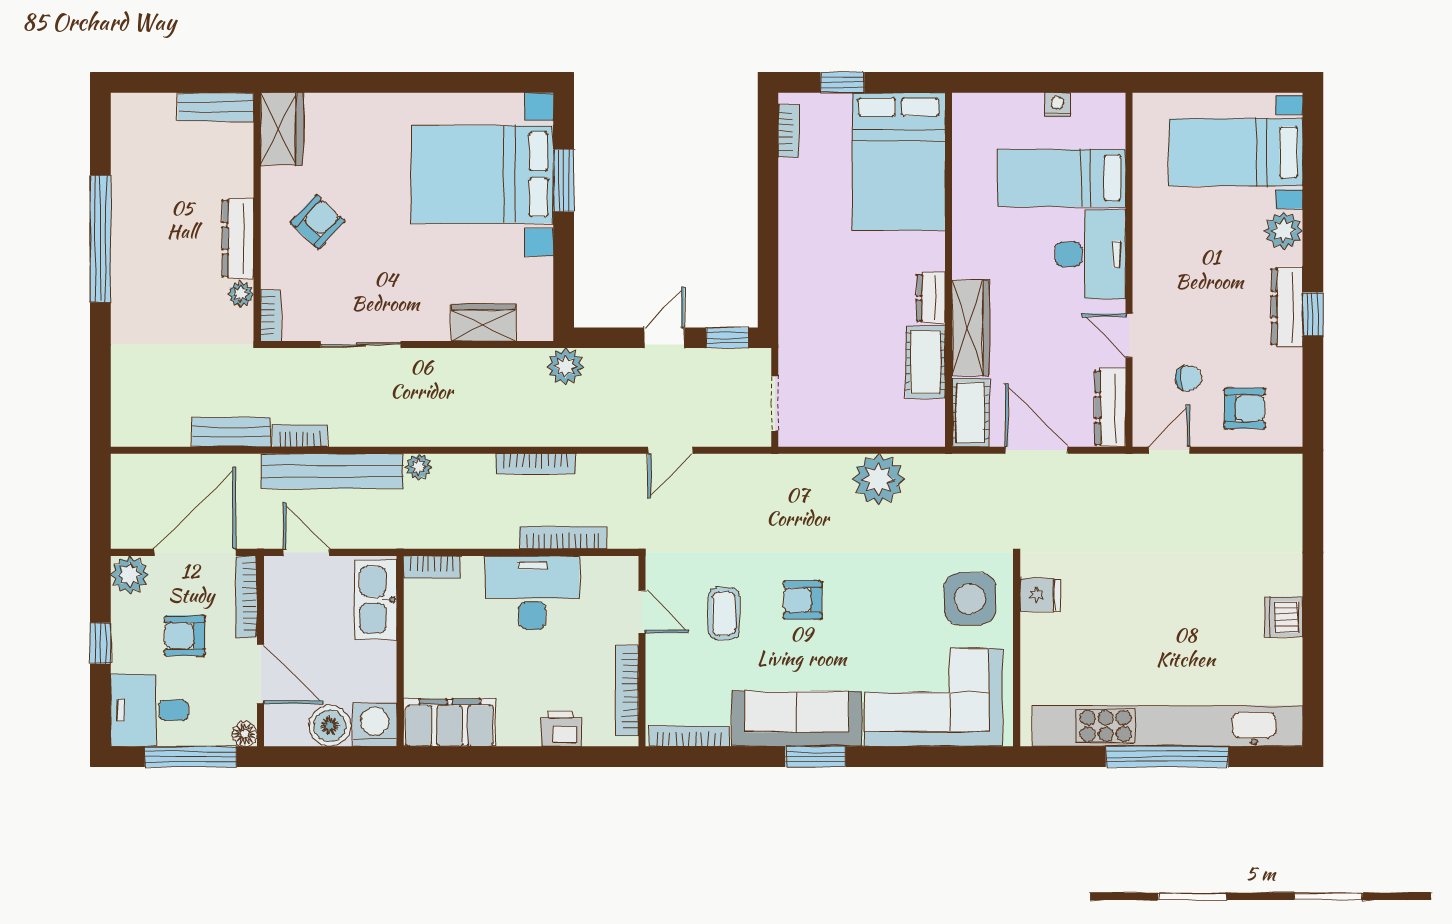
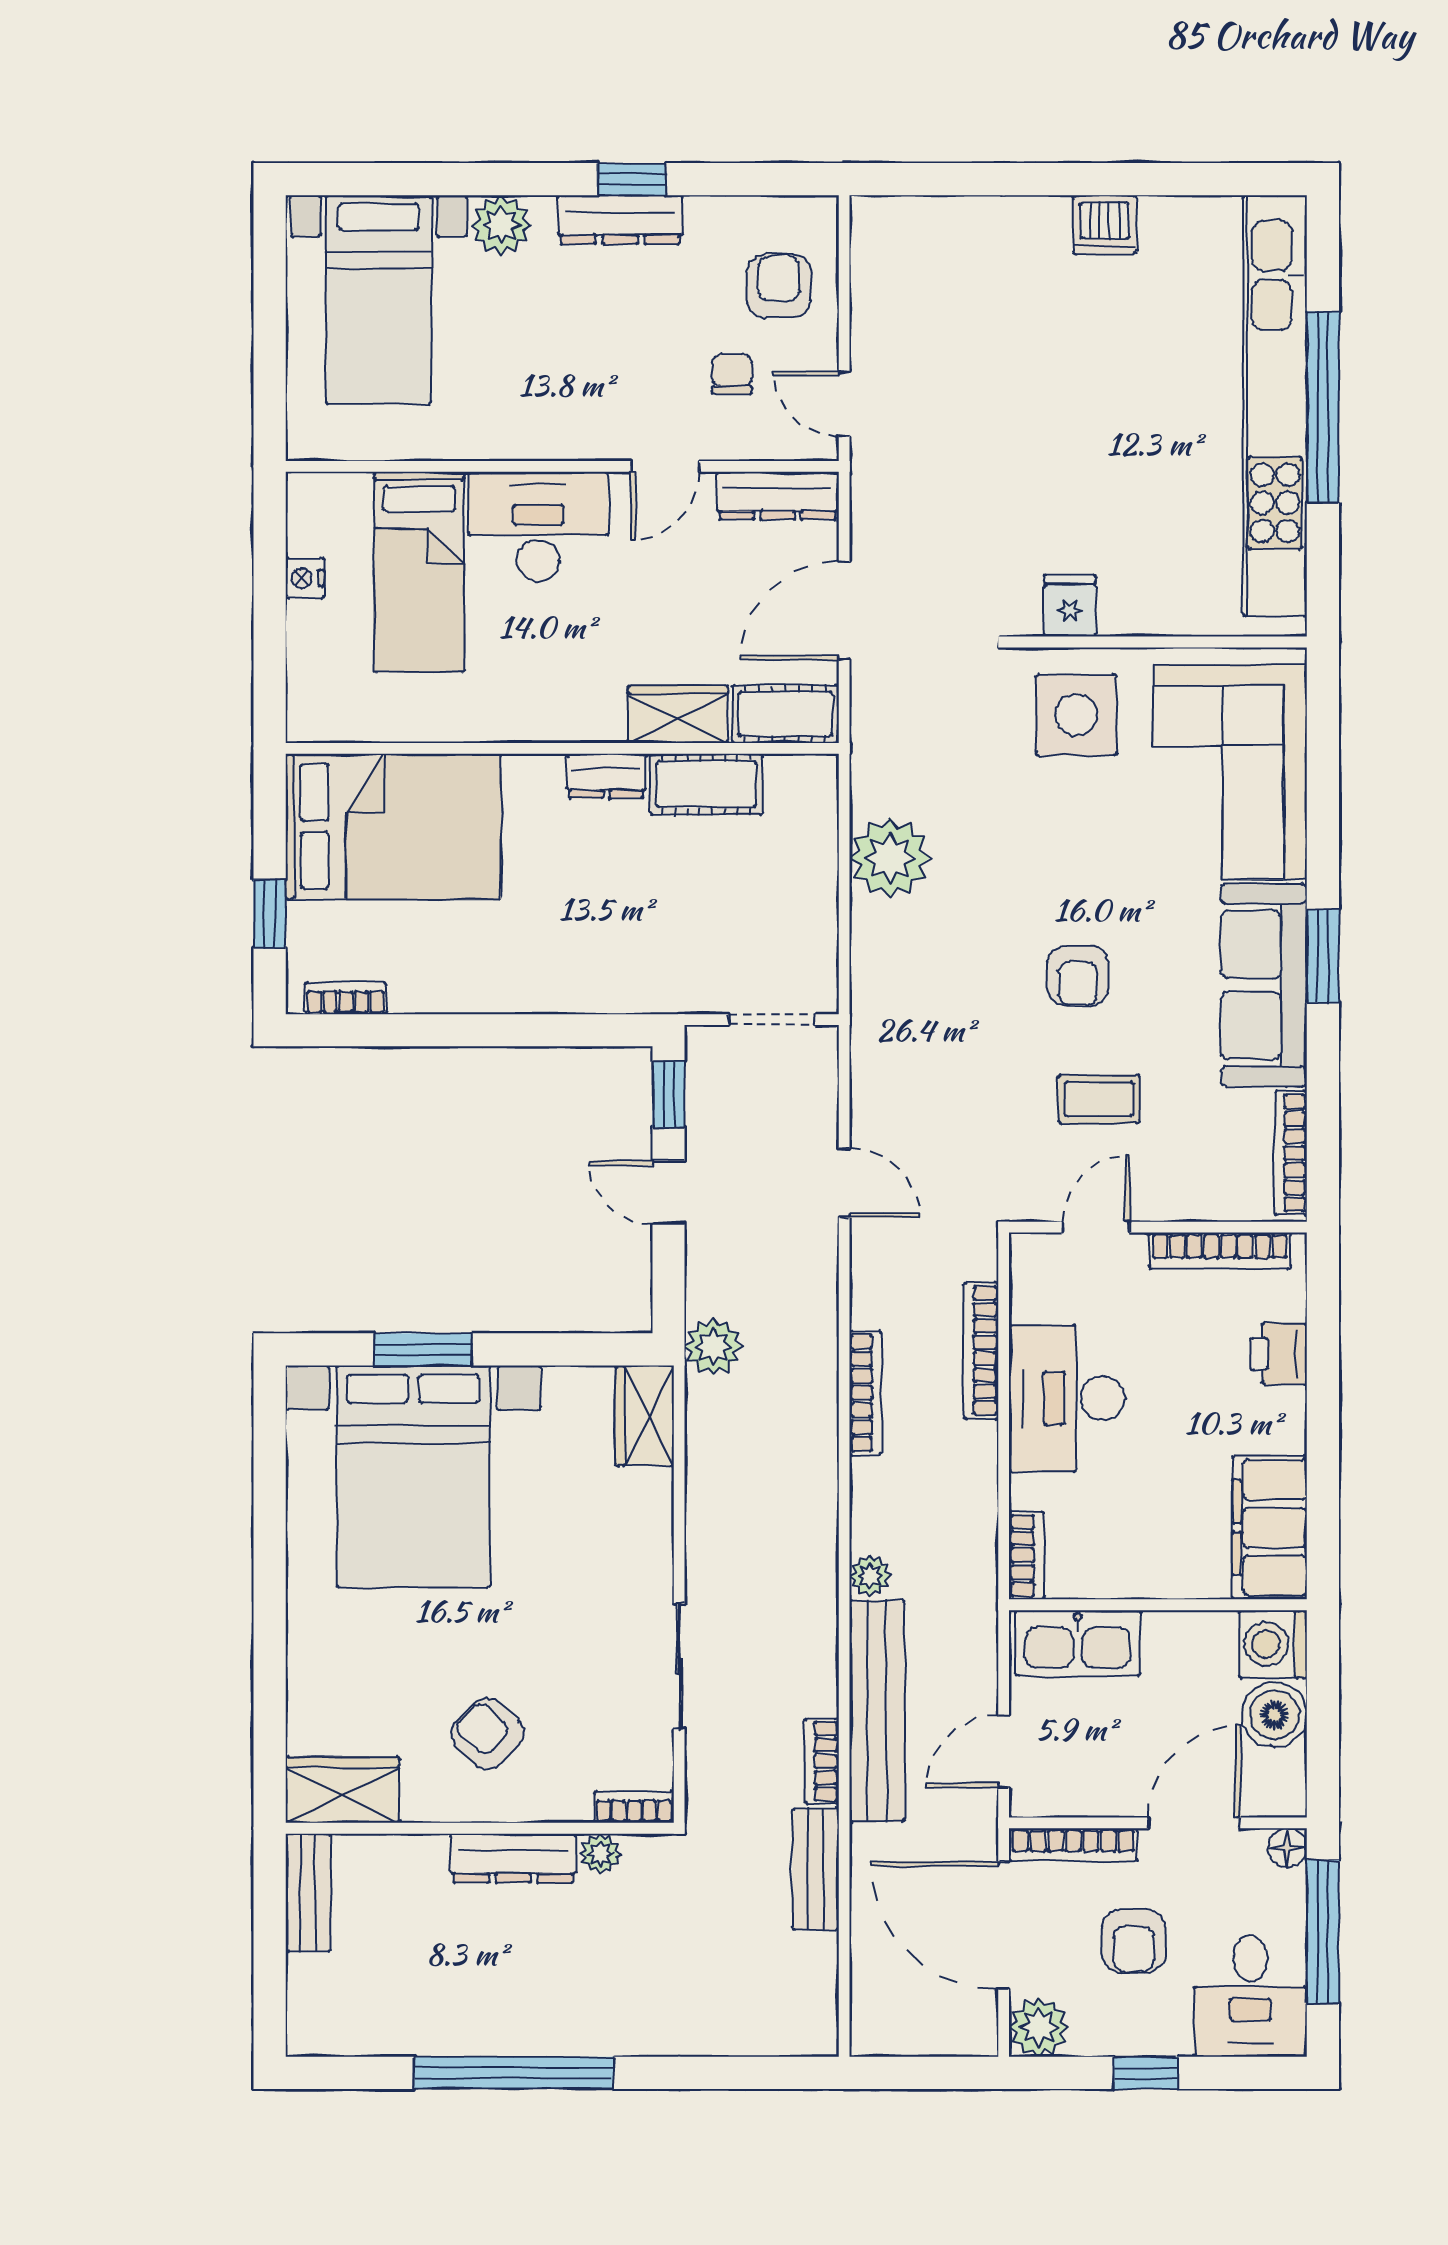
wardrobe: (484, 323) -> (645, 1416), moved
wardrobe: (970, 328) -> (678, 714), width x0.67

